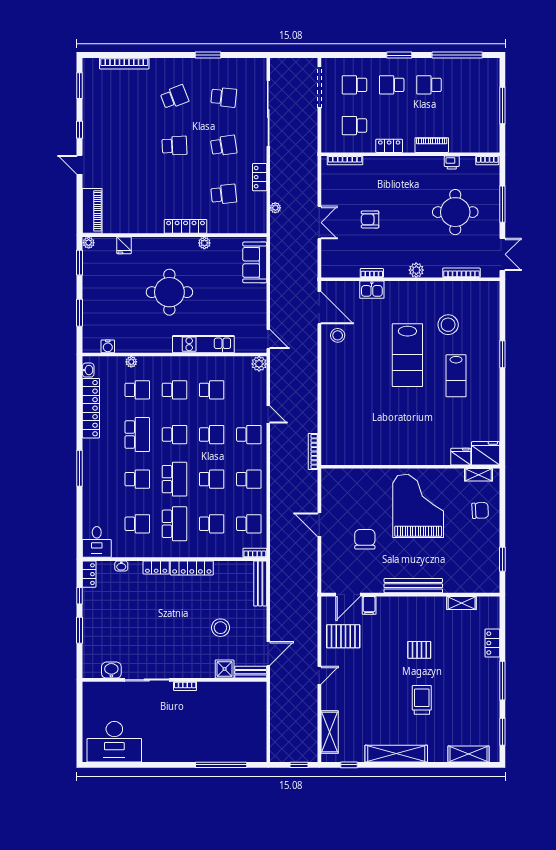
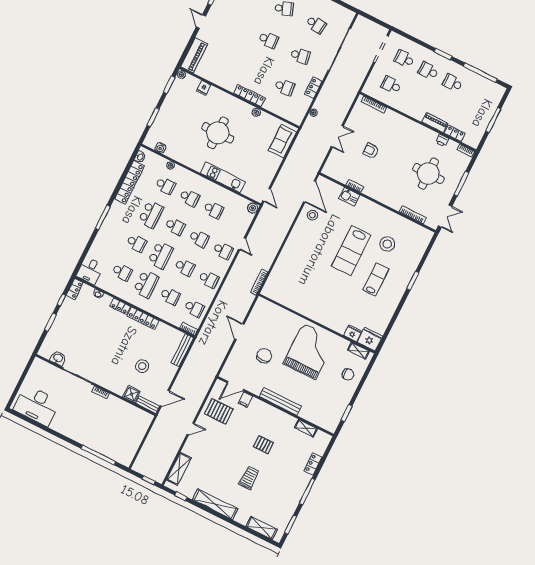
locker: (389, 146) -> (455, 133), moved
plant: (416, 270) -> (384, 198), removed
lab bench: (456, 376) -> (376, 280), turned 180

